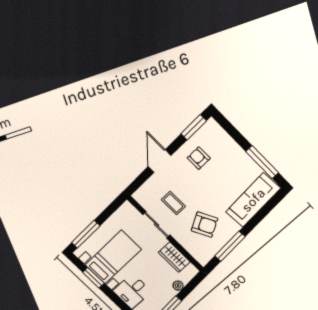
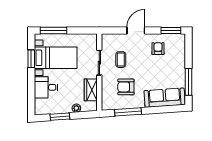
armchair: (204, 225) -> (126, 87), turned 118

